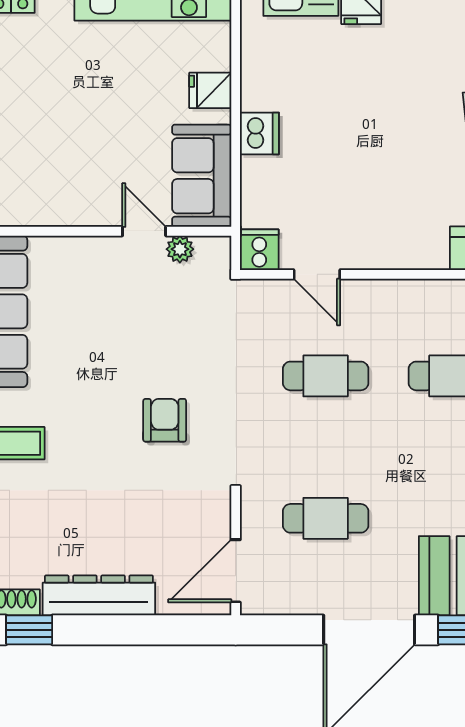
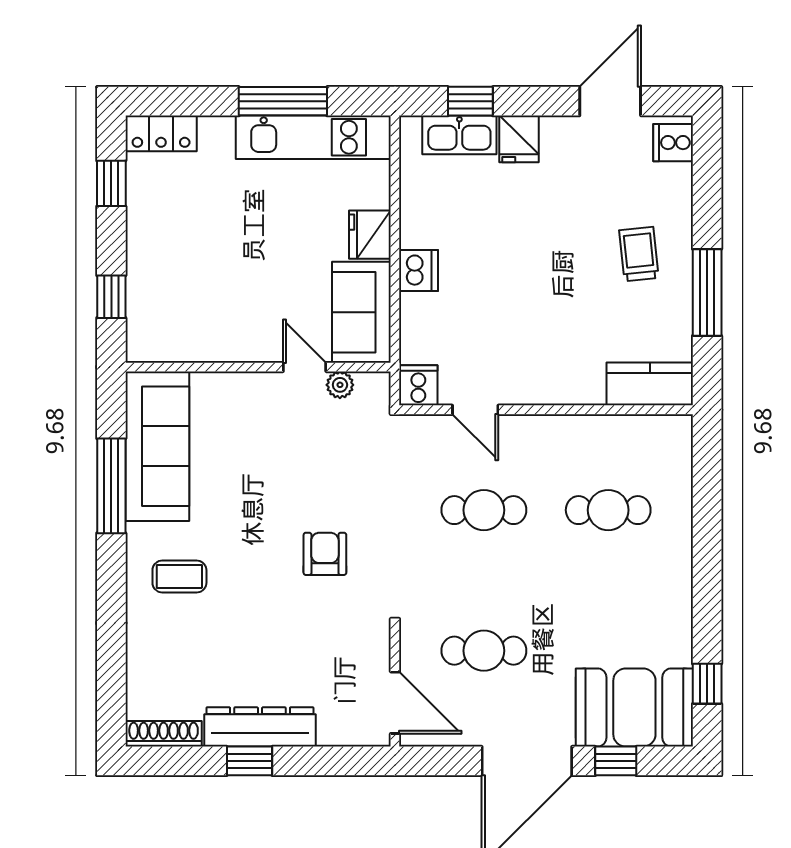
fridge: (210, 90) -> (370, 235), width x1.38
door: (236, 571) -> (395, 703), swing flipped
window: (29, 630) -> (249, 761), moved

